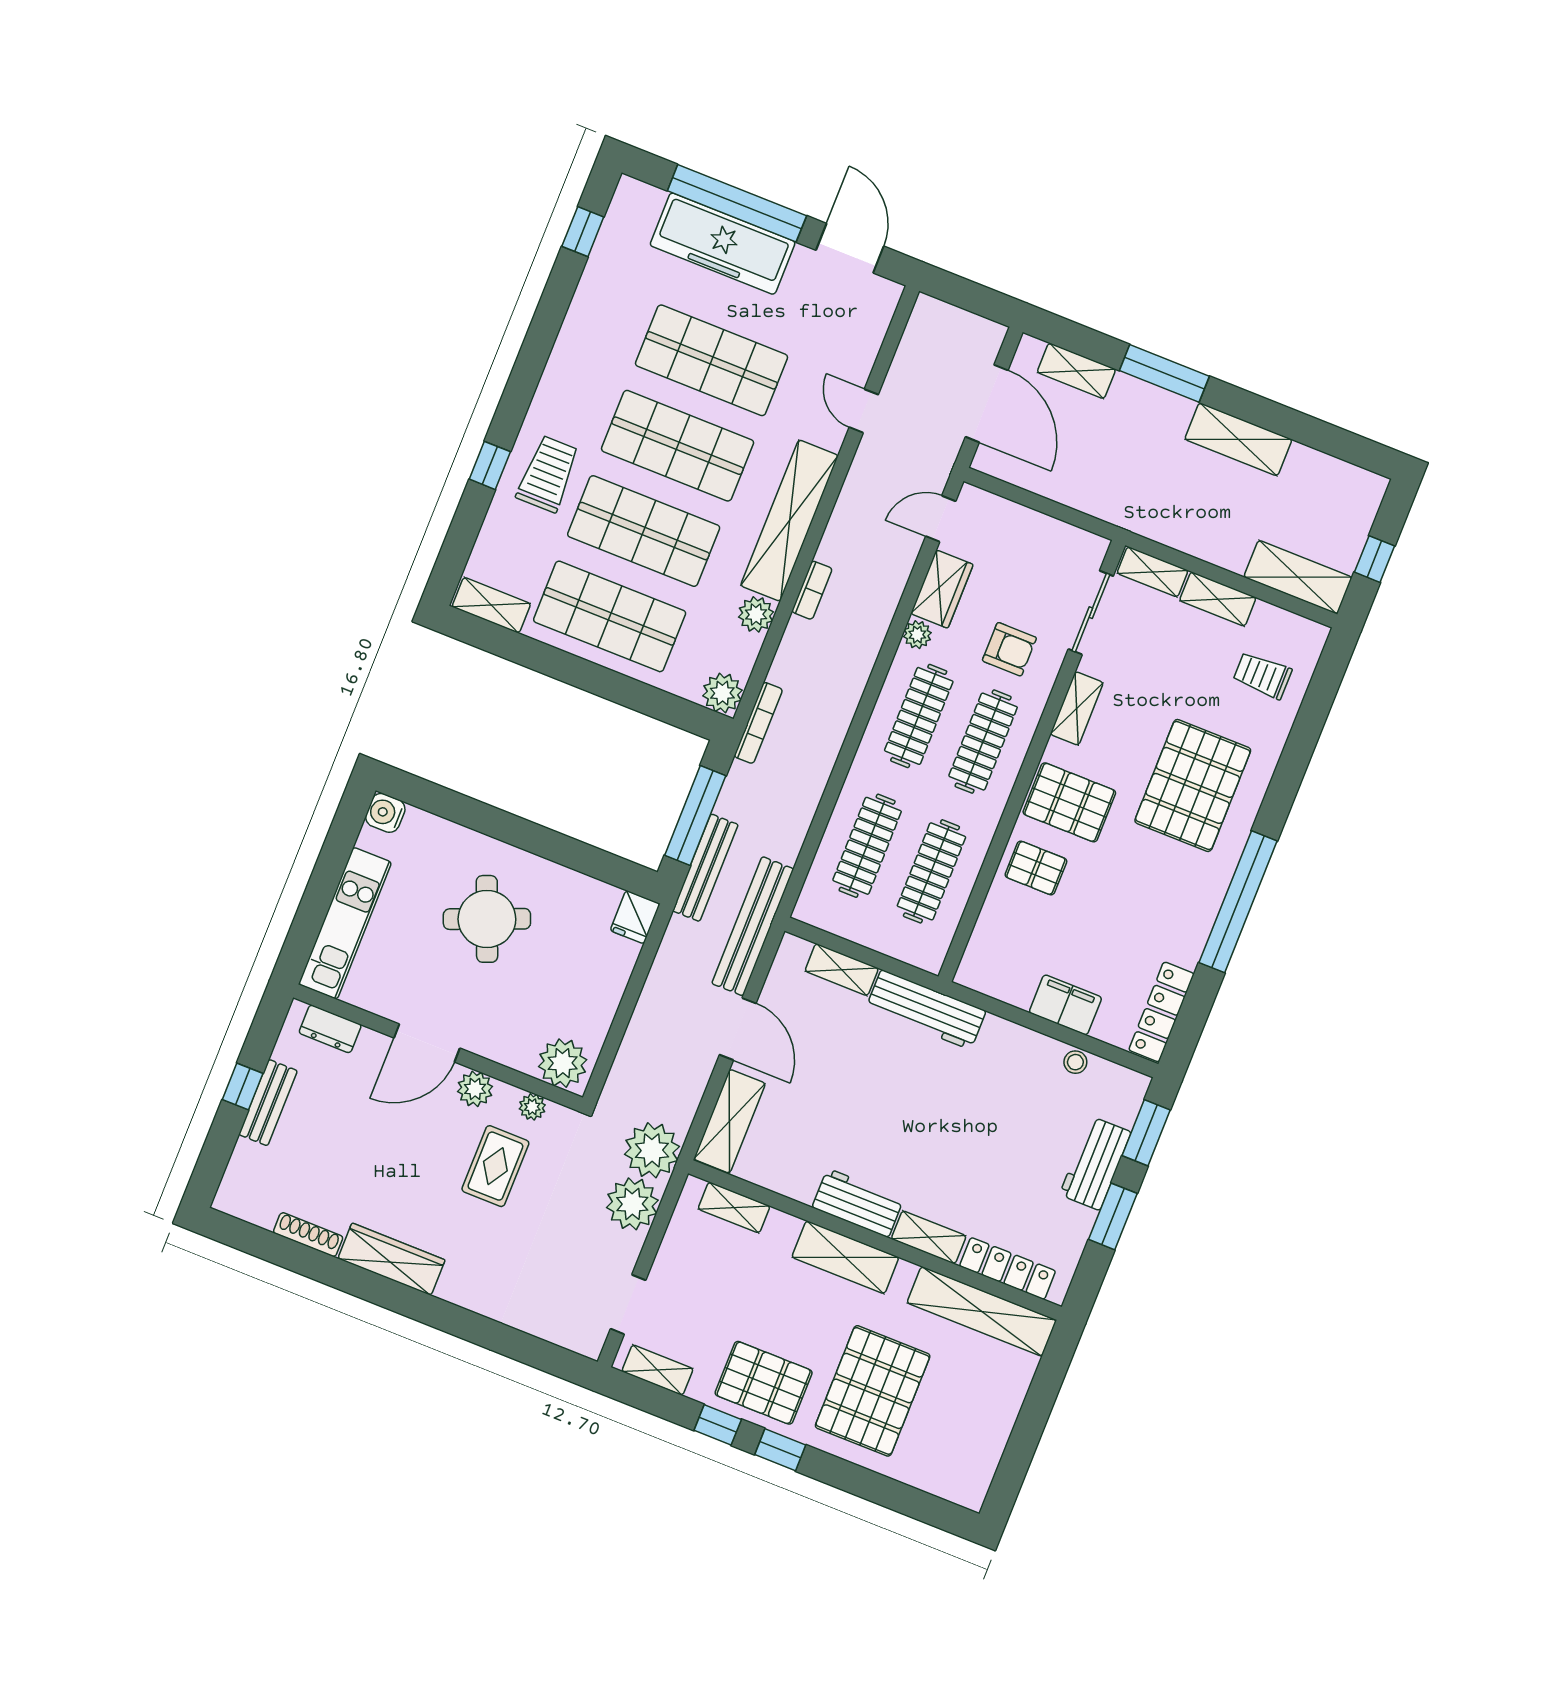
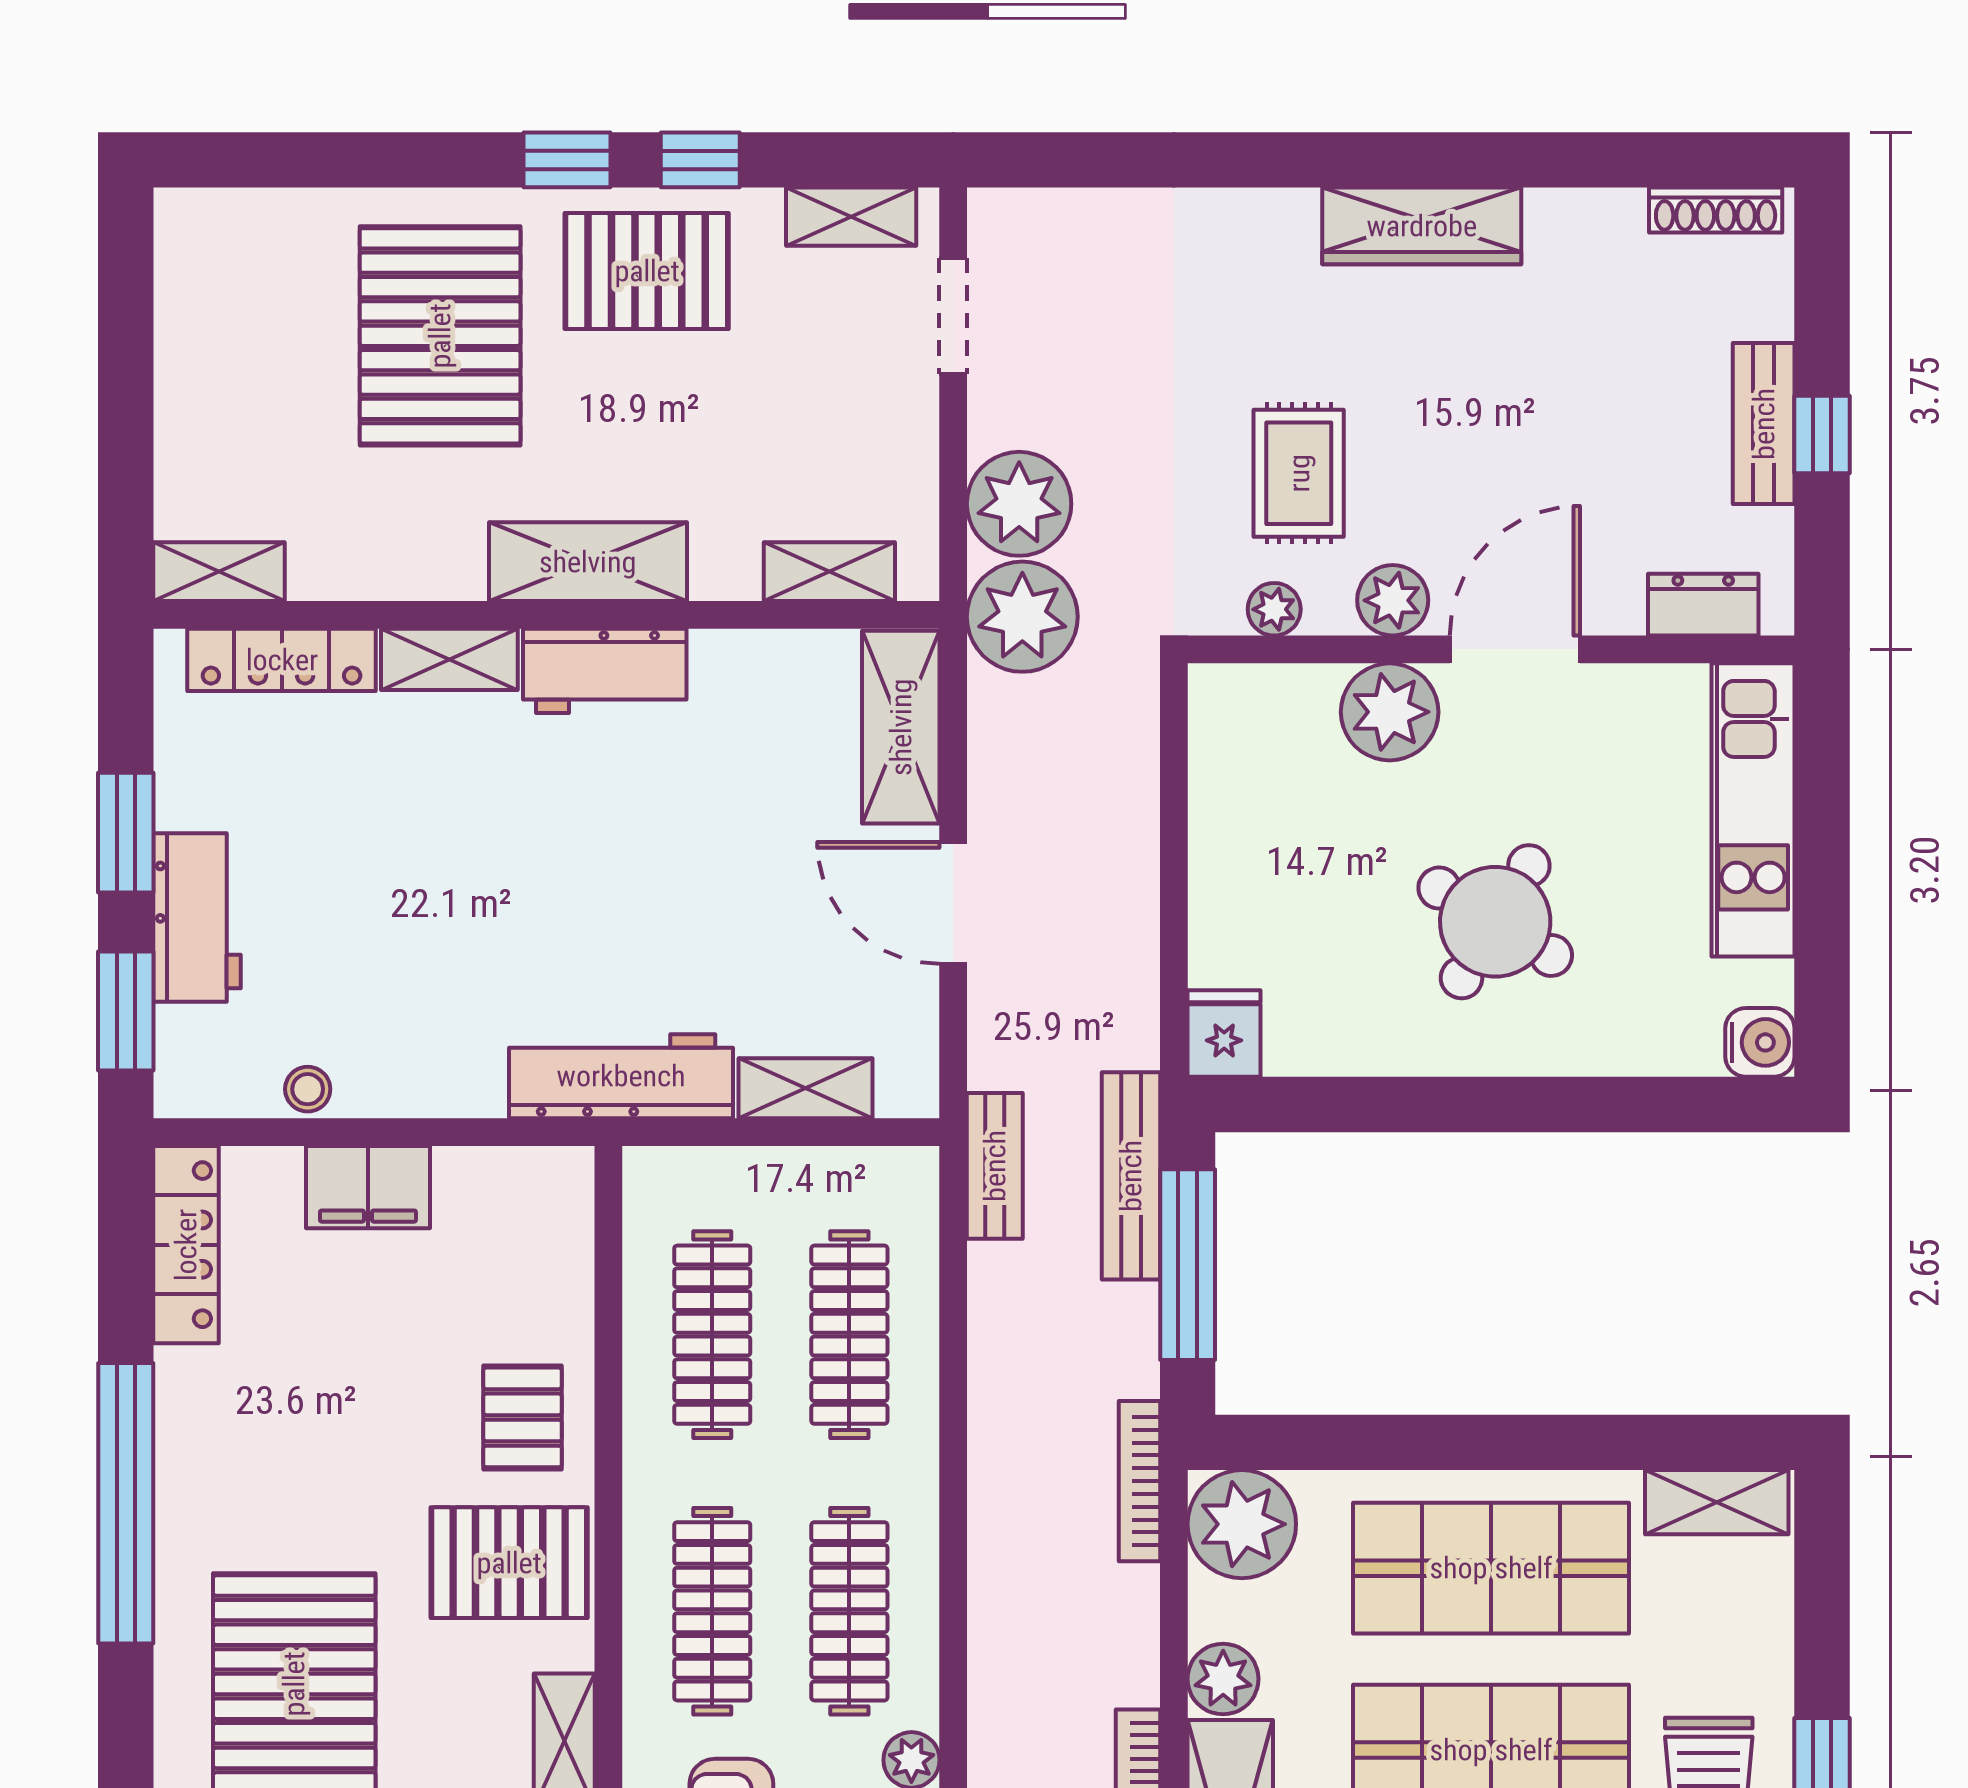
plant: (722, 693) -> (1242, 1524), width x1.36, depth x1.36
pallet: (1036, 868) -> (523, 1417), turned 90
round table: (487, 919) -> (1495, 922), turned -37
bench: (753, 926) -> (995, 1166), width x0.54, depth x0.82
plant: (563, 1063) -> (1390, 712), moved
shoe rack: (308, 1235) -> (1716, 210), moved
shelving: (982, 1311) -> (219, 572), width x0.45, depth x0.75

